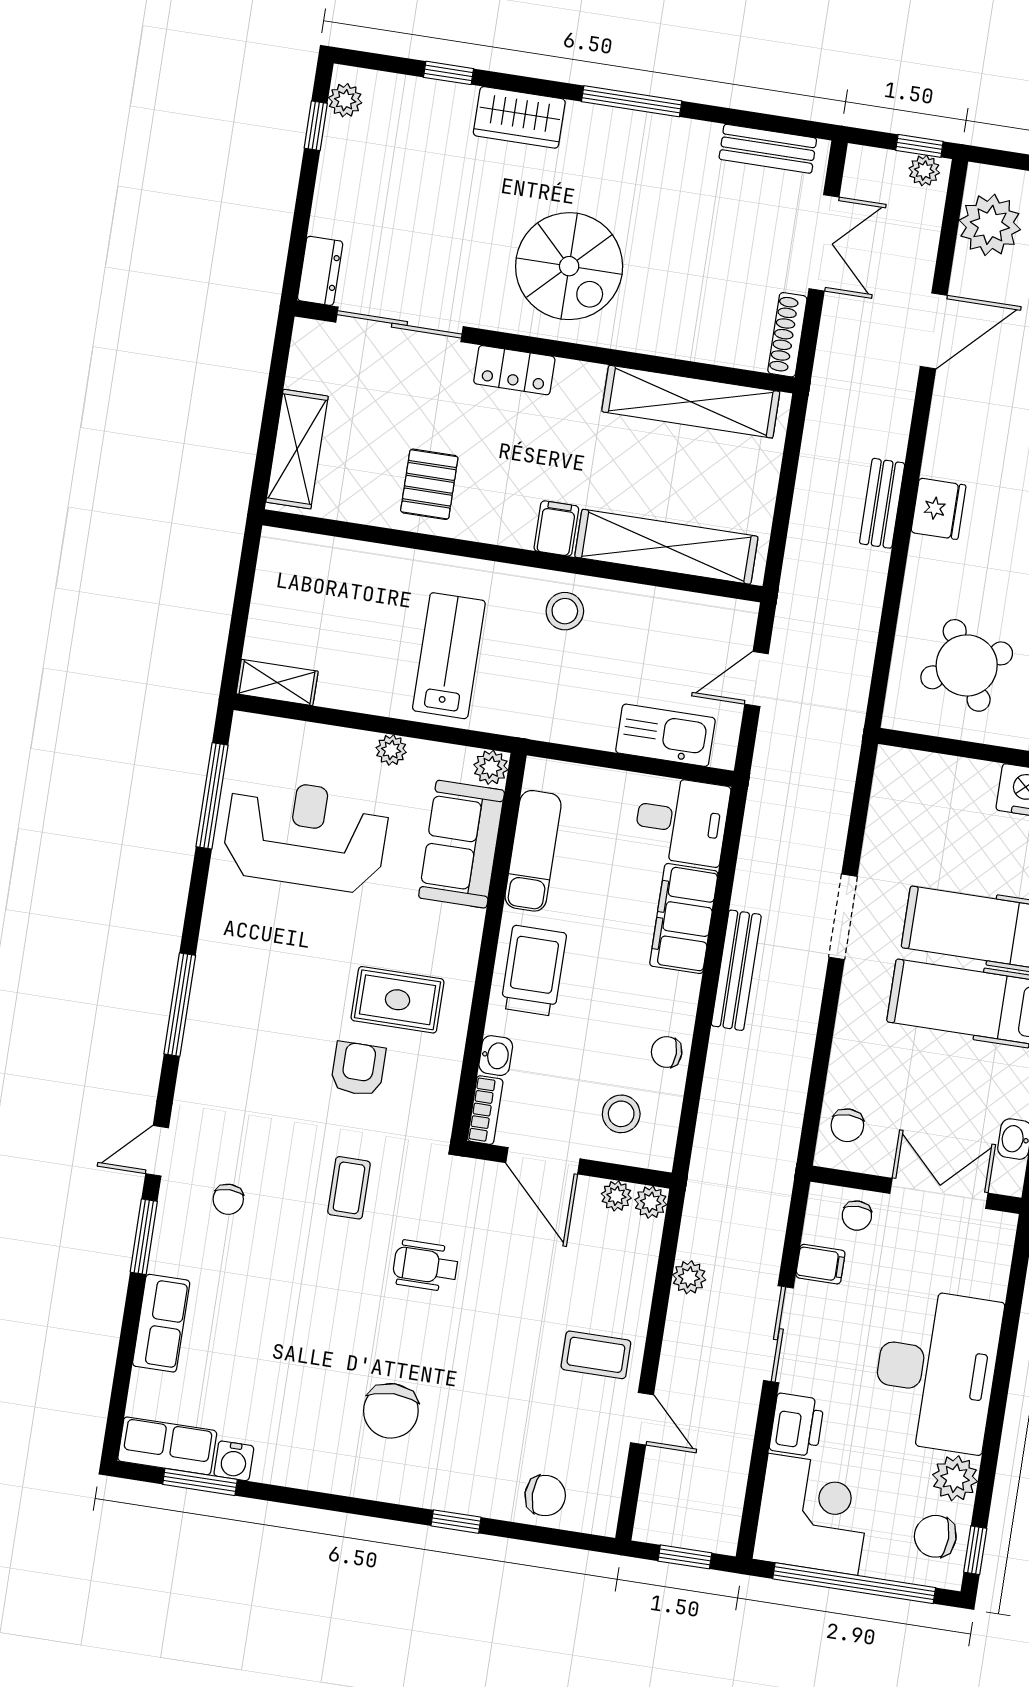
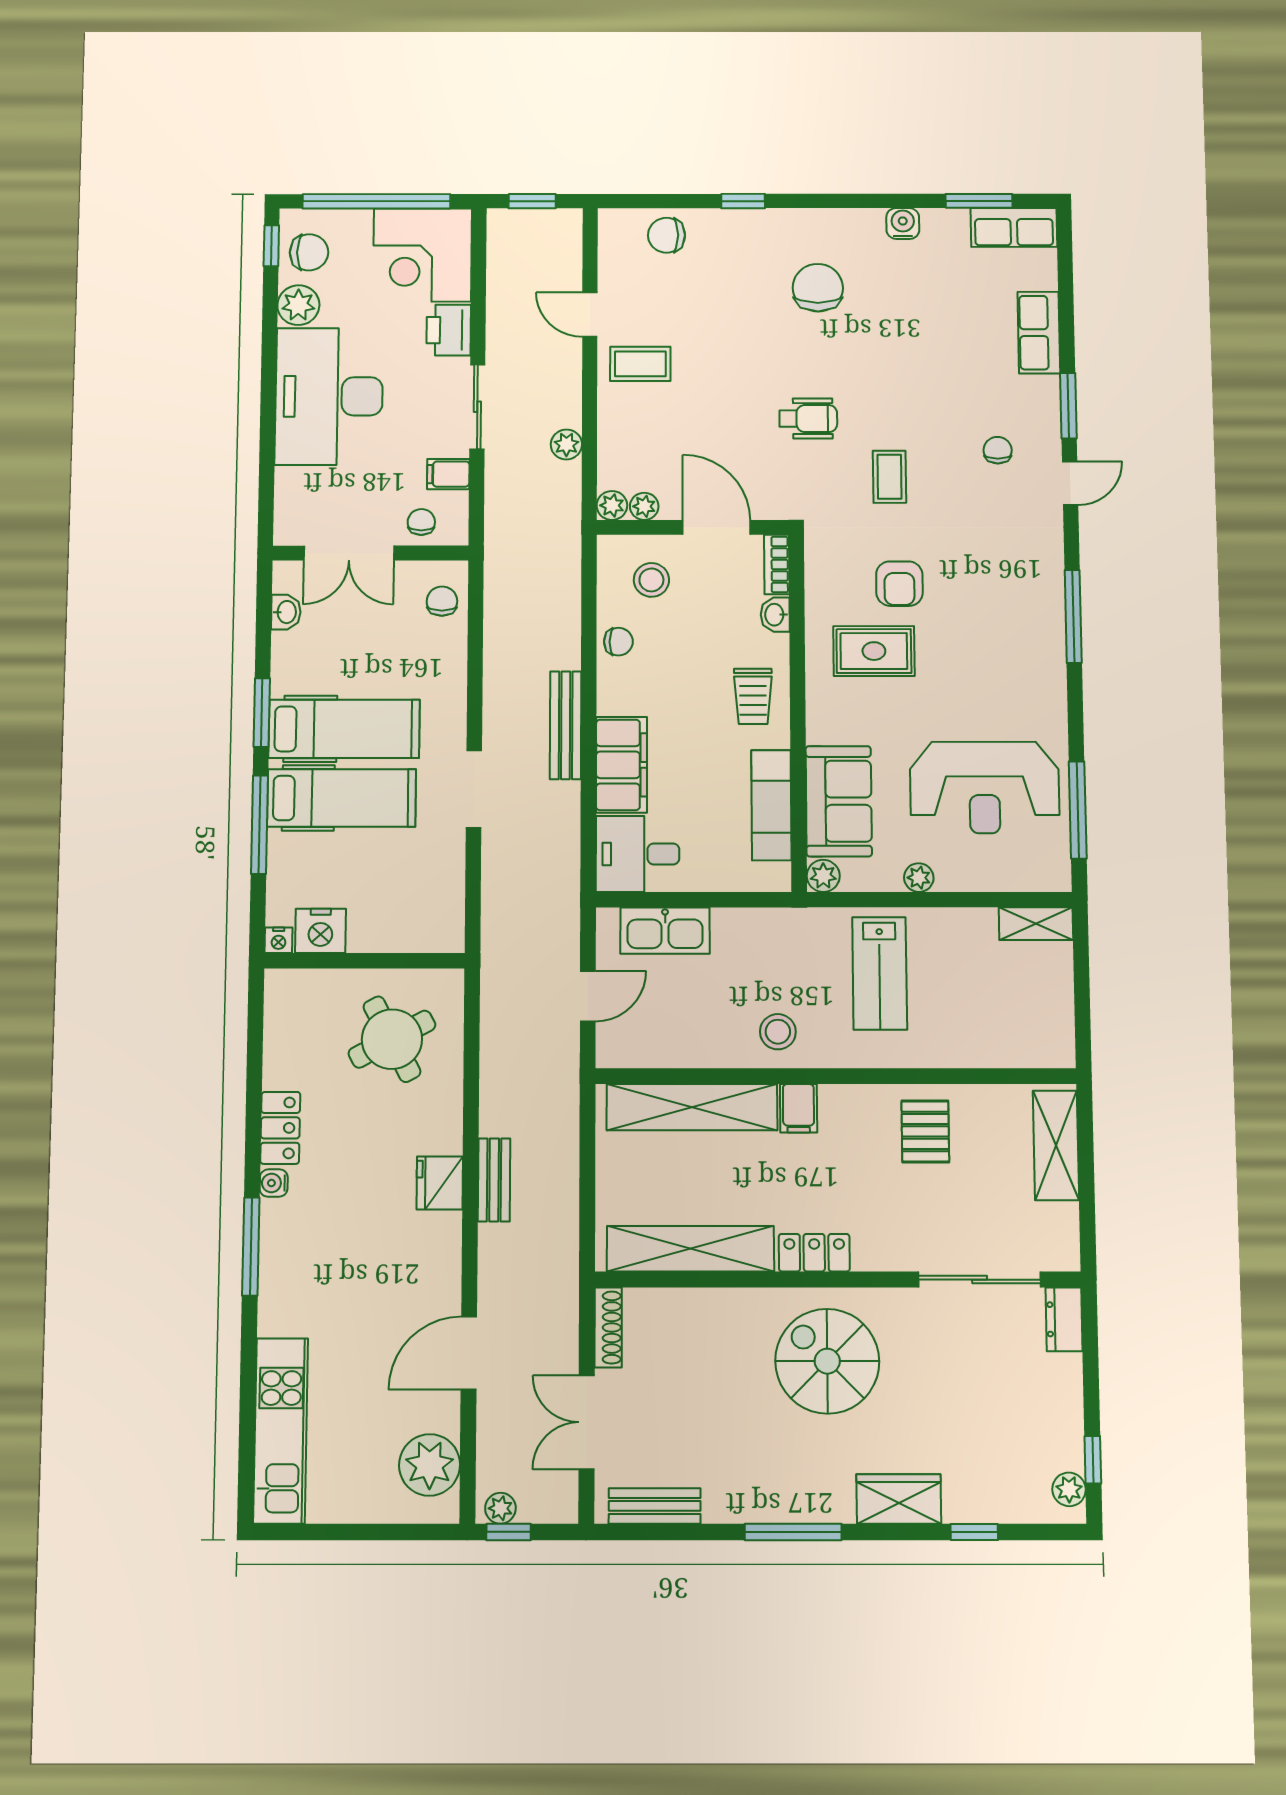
locker: (514, 370) -> (814, 1253), moved
trolley: (534, 971) -> (753, 696), width x0.73, depth x0.72
water cooler: (234, 1461) -> (903, 223), moved

